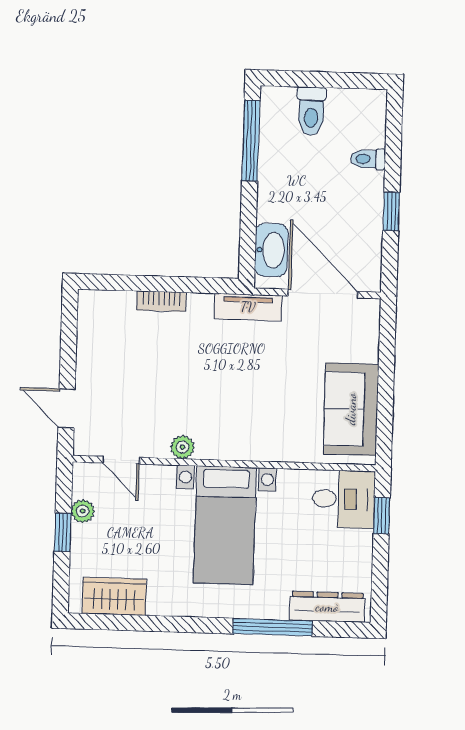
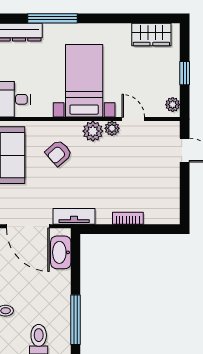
armchair: (270, 410) -> (59, 153), added
plant: (213, 444) -> (93, 131), added
door: (121, 460) -> (133, 119), moved
plant: (83, 511) -> (173, 105), moved

